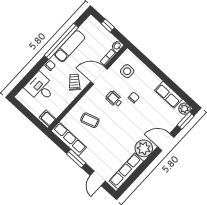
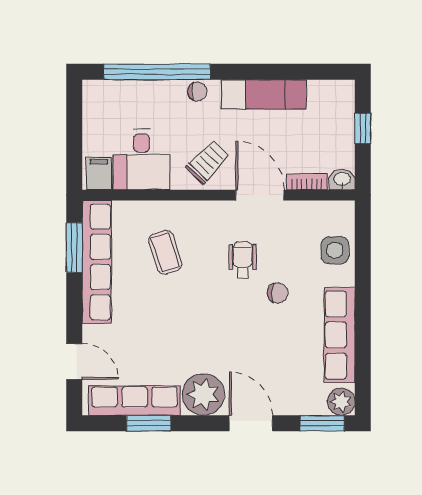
window: (61, 41) -> (157, 72), moved
side table: (127, 71) -> (335, 250), moved
desk: (40, 88) -> (142, 159), moved, turned 180
row of seats: (168, 95) -> (340, 335), width x1.48
row of seats: (69, 139) -> (97, 262), width x1.36
window: (76, 158) -> (74, 248), moved
window: (137, 173) -> (149, 423), added
door: (98, 178) -> (74, 361), swing flipped

